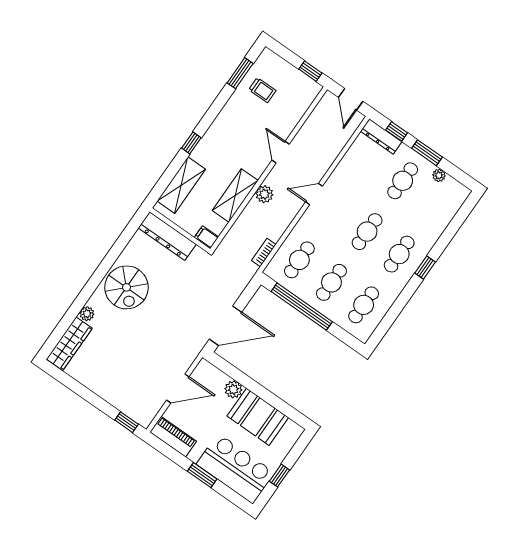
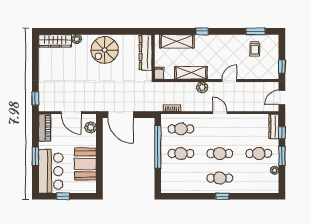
cafe table: (364, 305) -> (181, 178), removed
plant: (233, 389) -> (91, 127), moved

